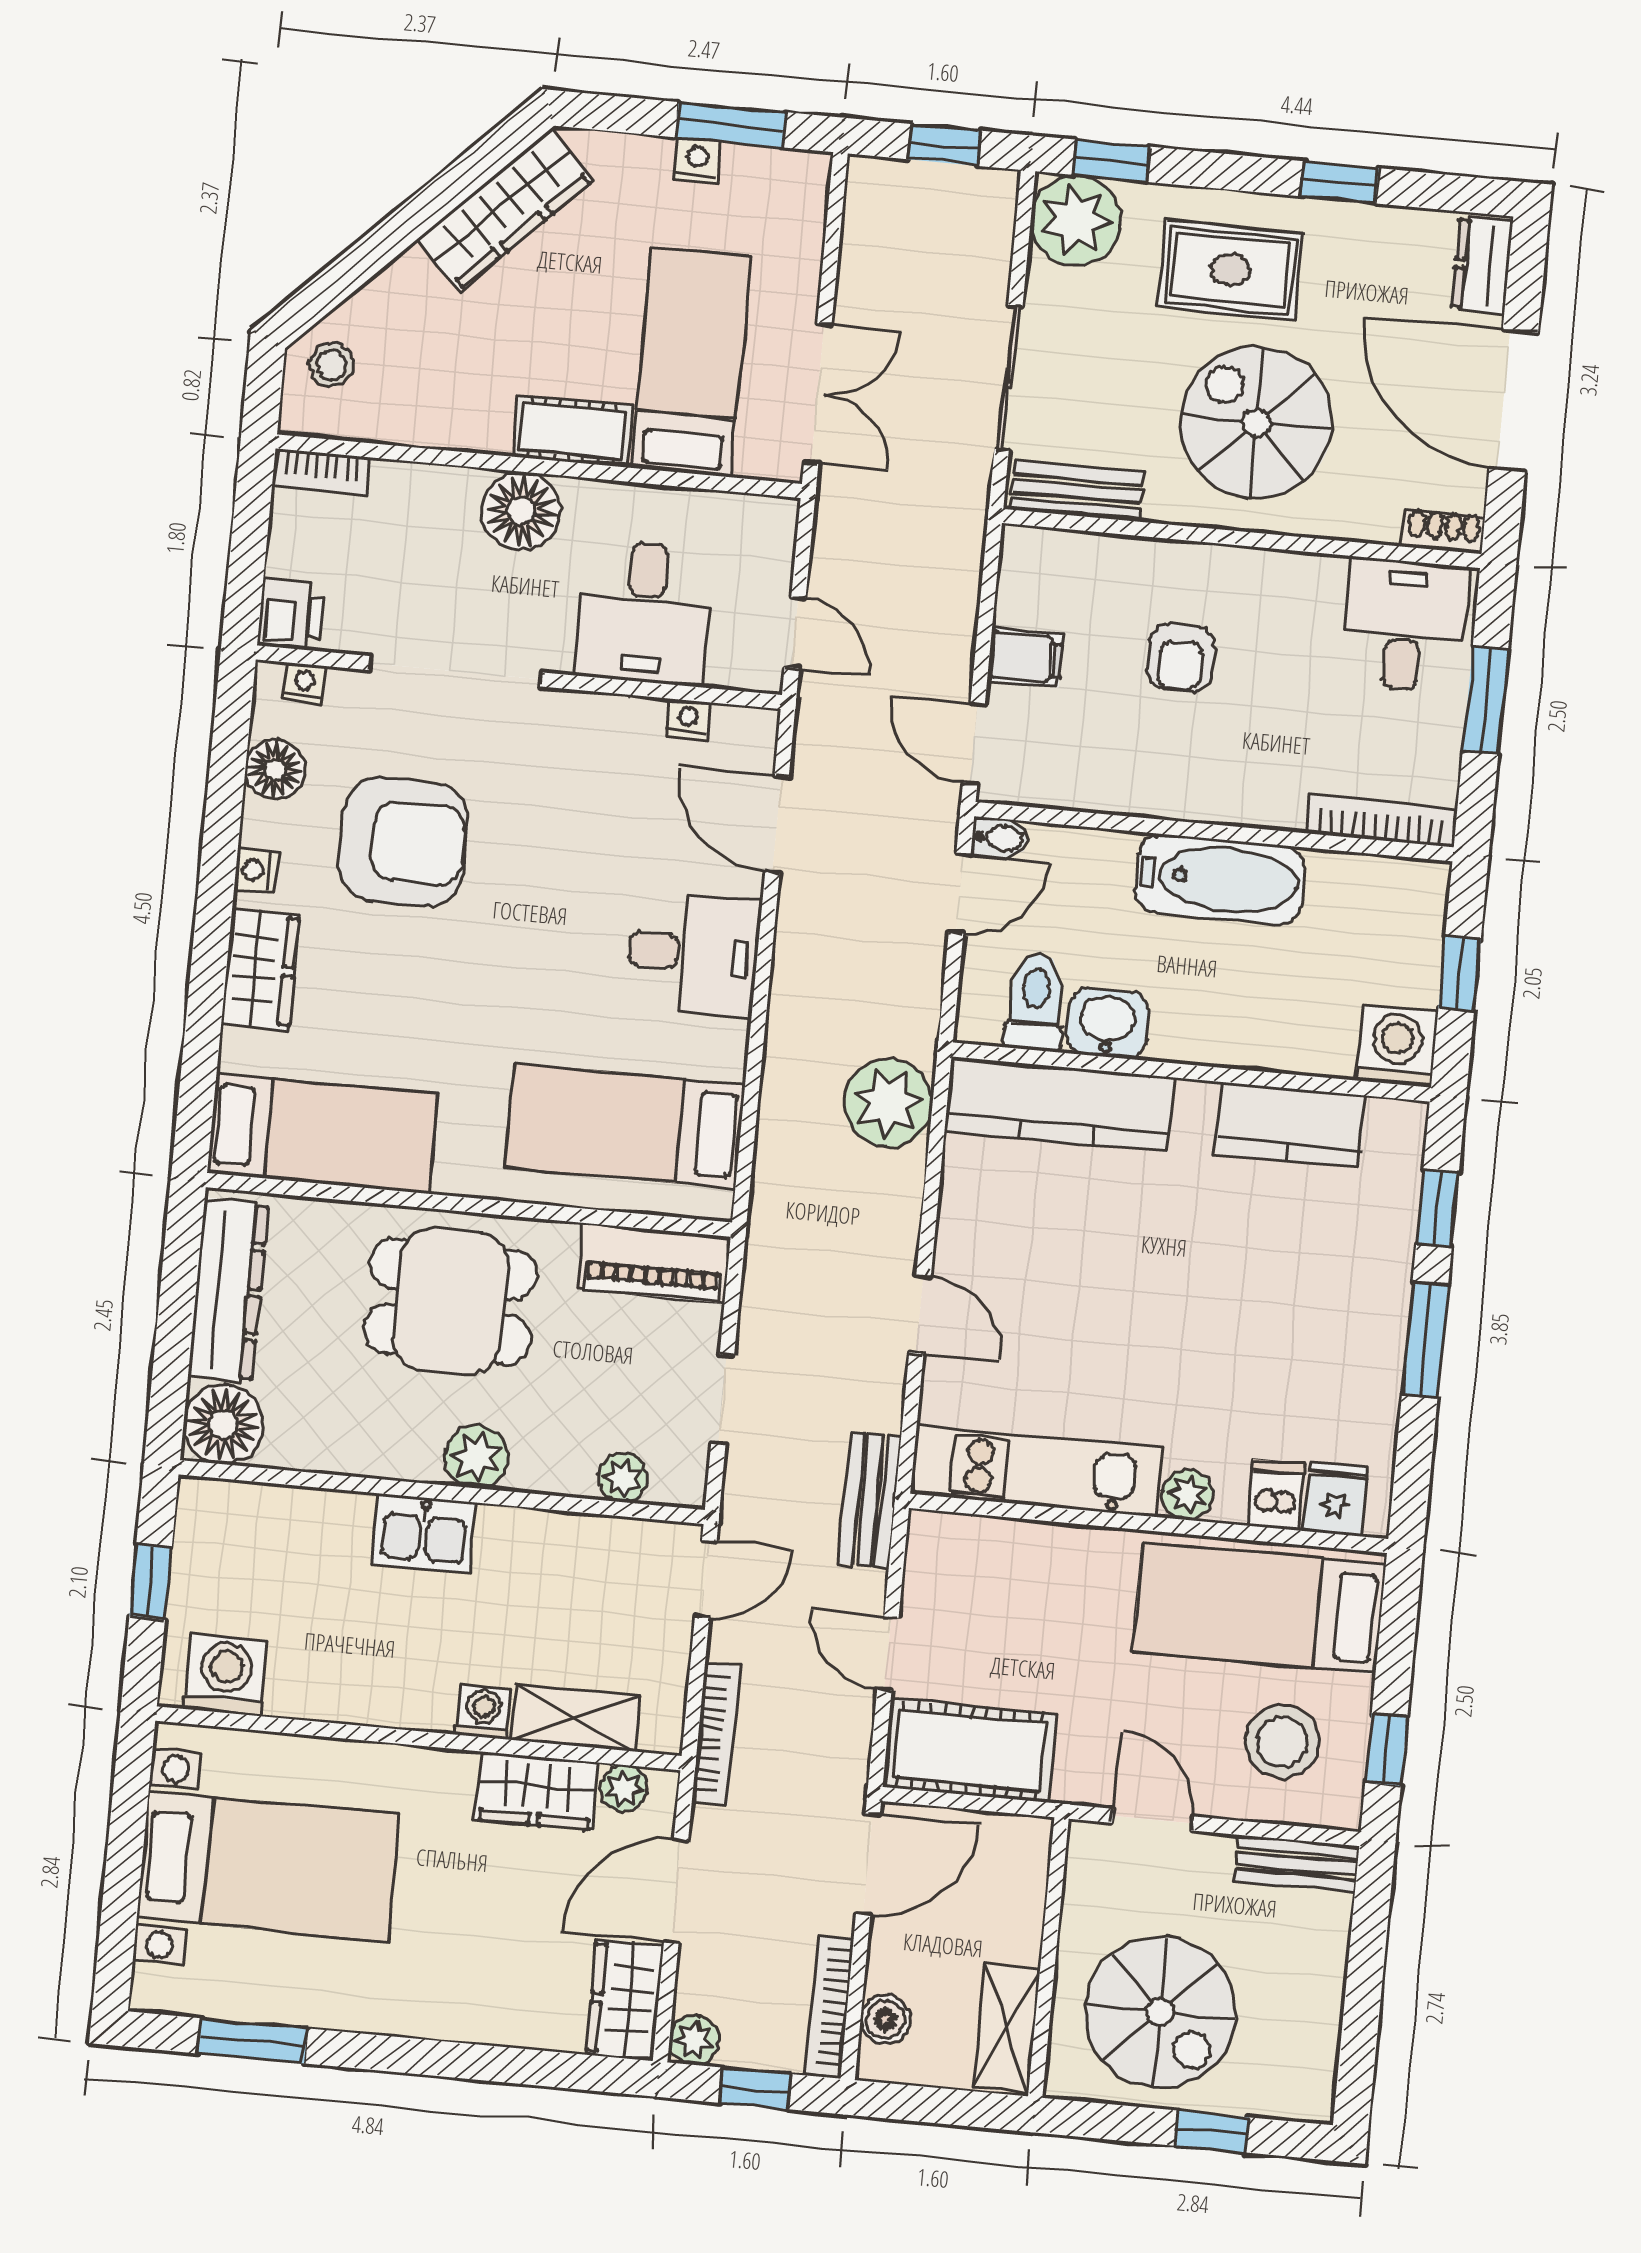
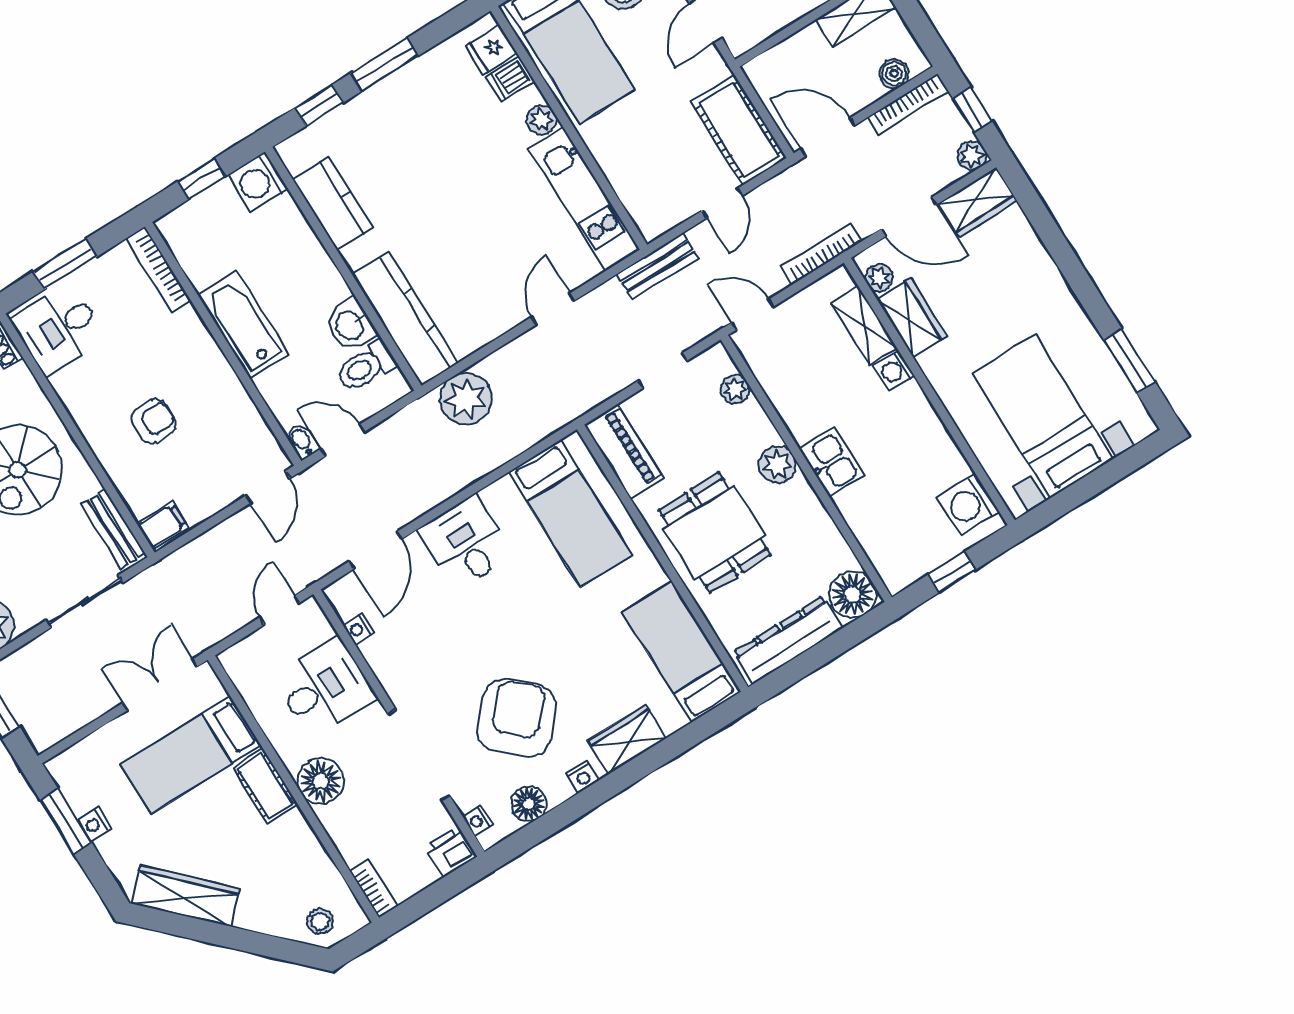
filing cabinet: (1025, 658) -> (163, 525), moved, turned 90
armchair: (403, 842) -> (517, 718), turned 42

